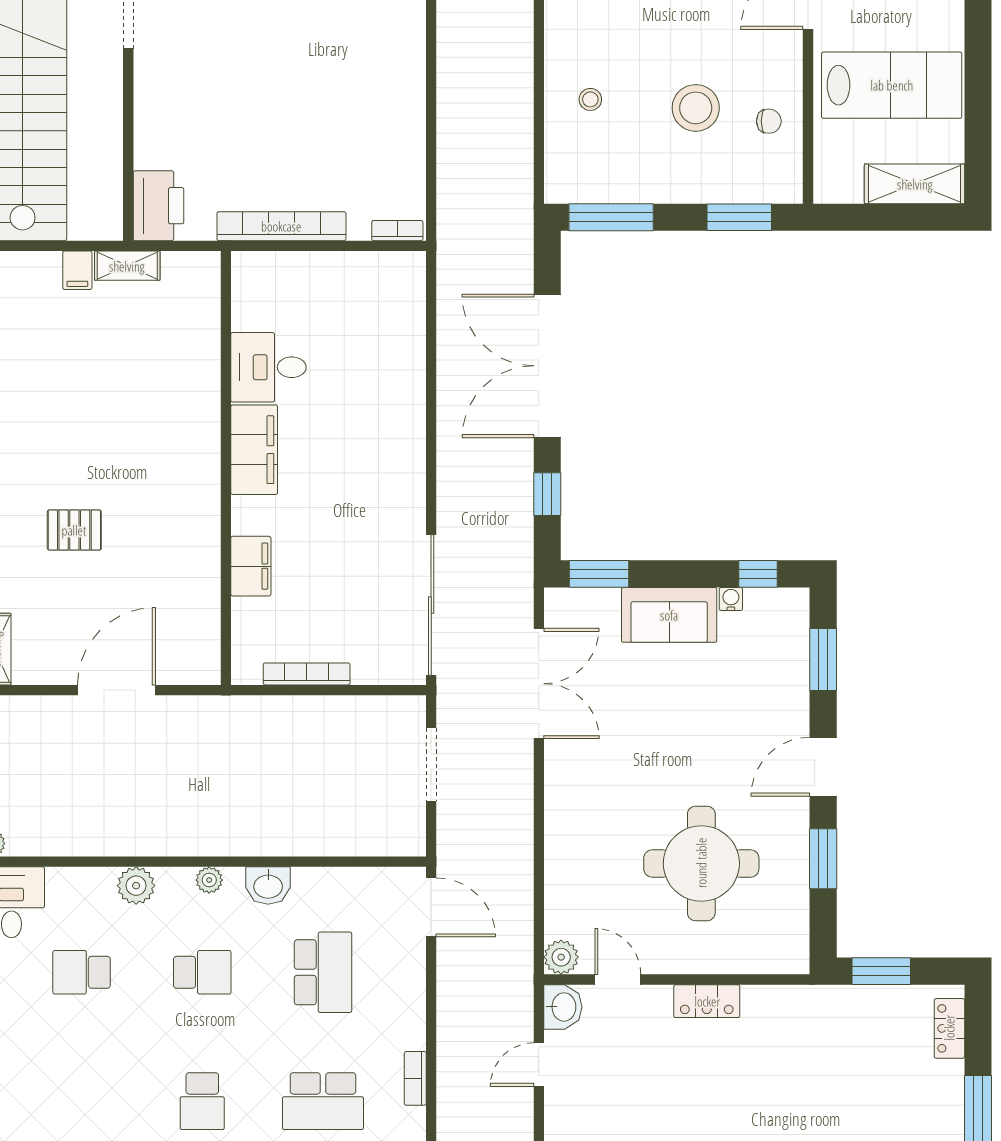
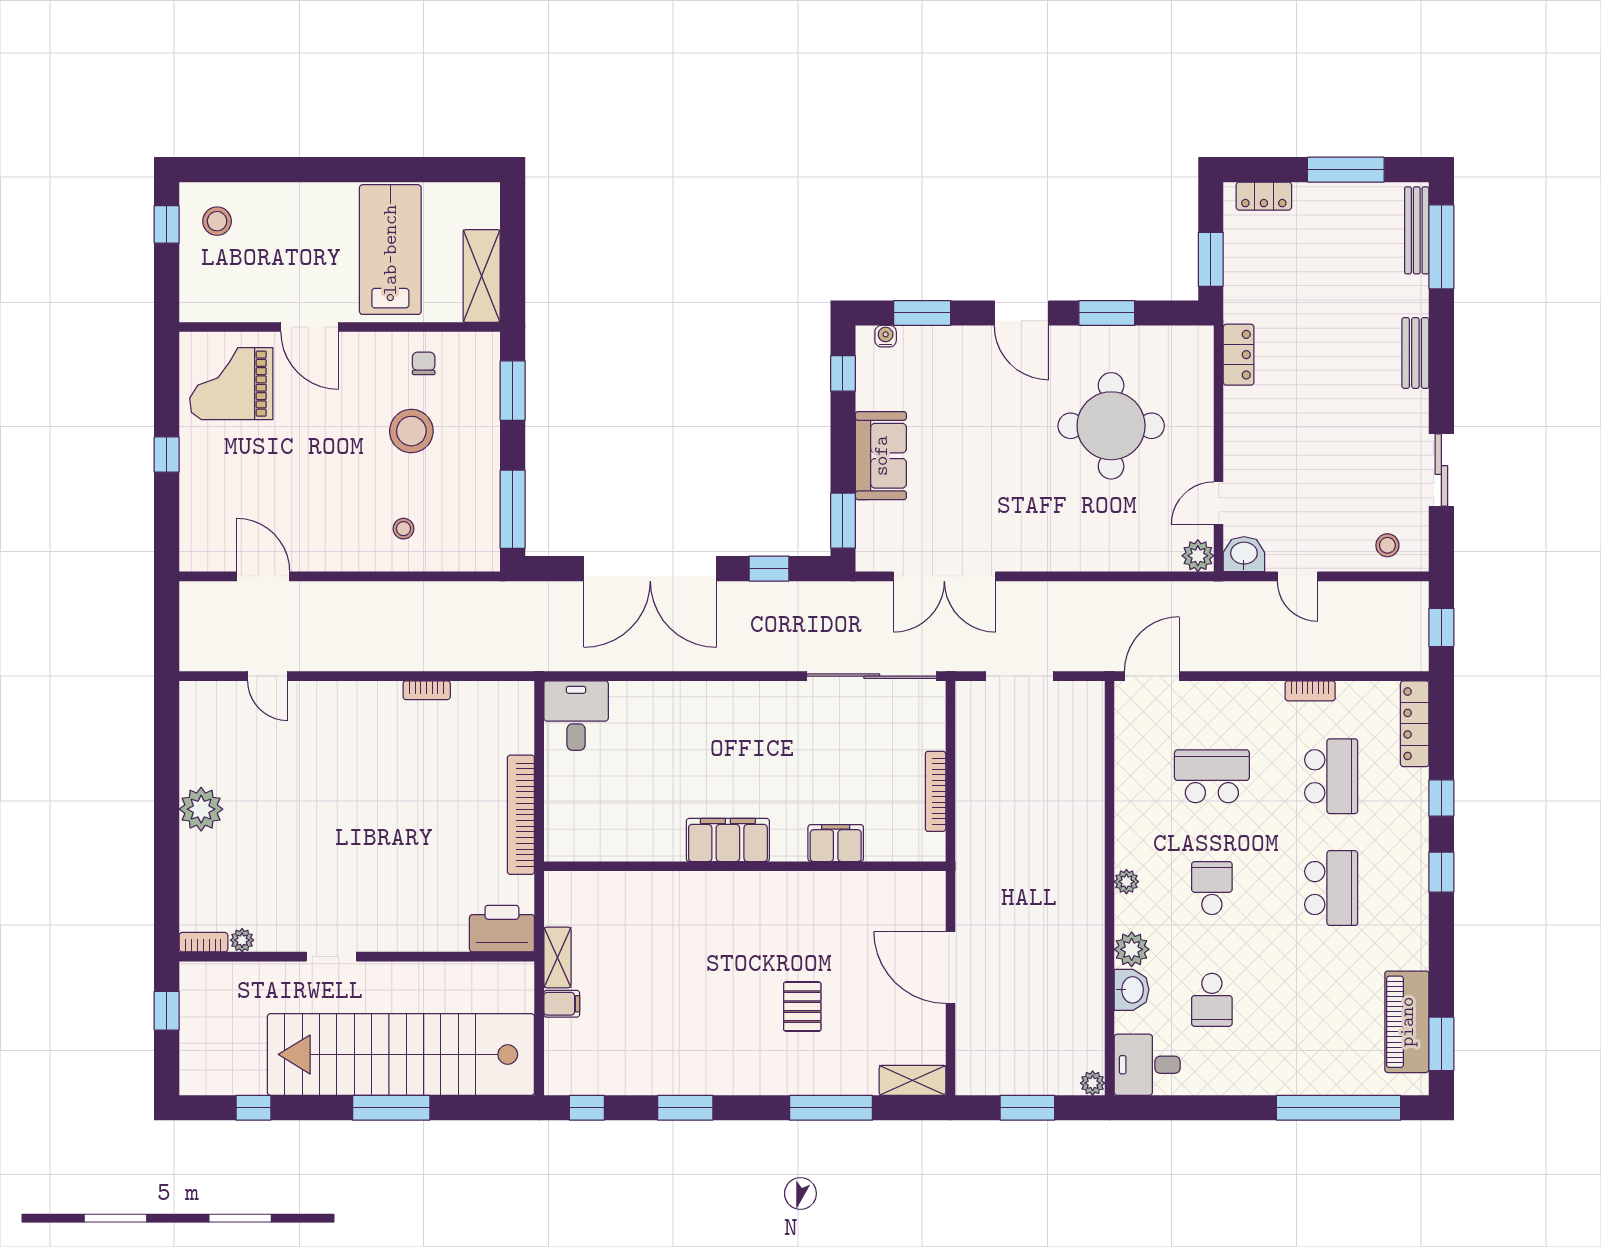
shelving: (915, 184) -> (482, 276), moved
bookcase: (397, 231) -> (427, 690), moved, turned -90
desk: (268, 367) -> (576, 716), moved, turned 180
water cooler: (731, 599) -> (886, 336), moved, turned 90
double door: (539, 684) -> (944, 576), swing flipped
washbasin: (268, 886) -> (1132, 990), moved
locker: (707, 1001) -> (1239, 355), moved
school desk: (202, 1101) -> (1331, 888), width x1.85

